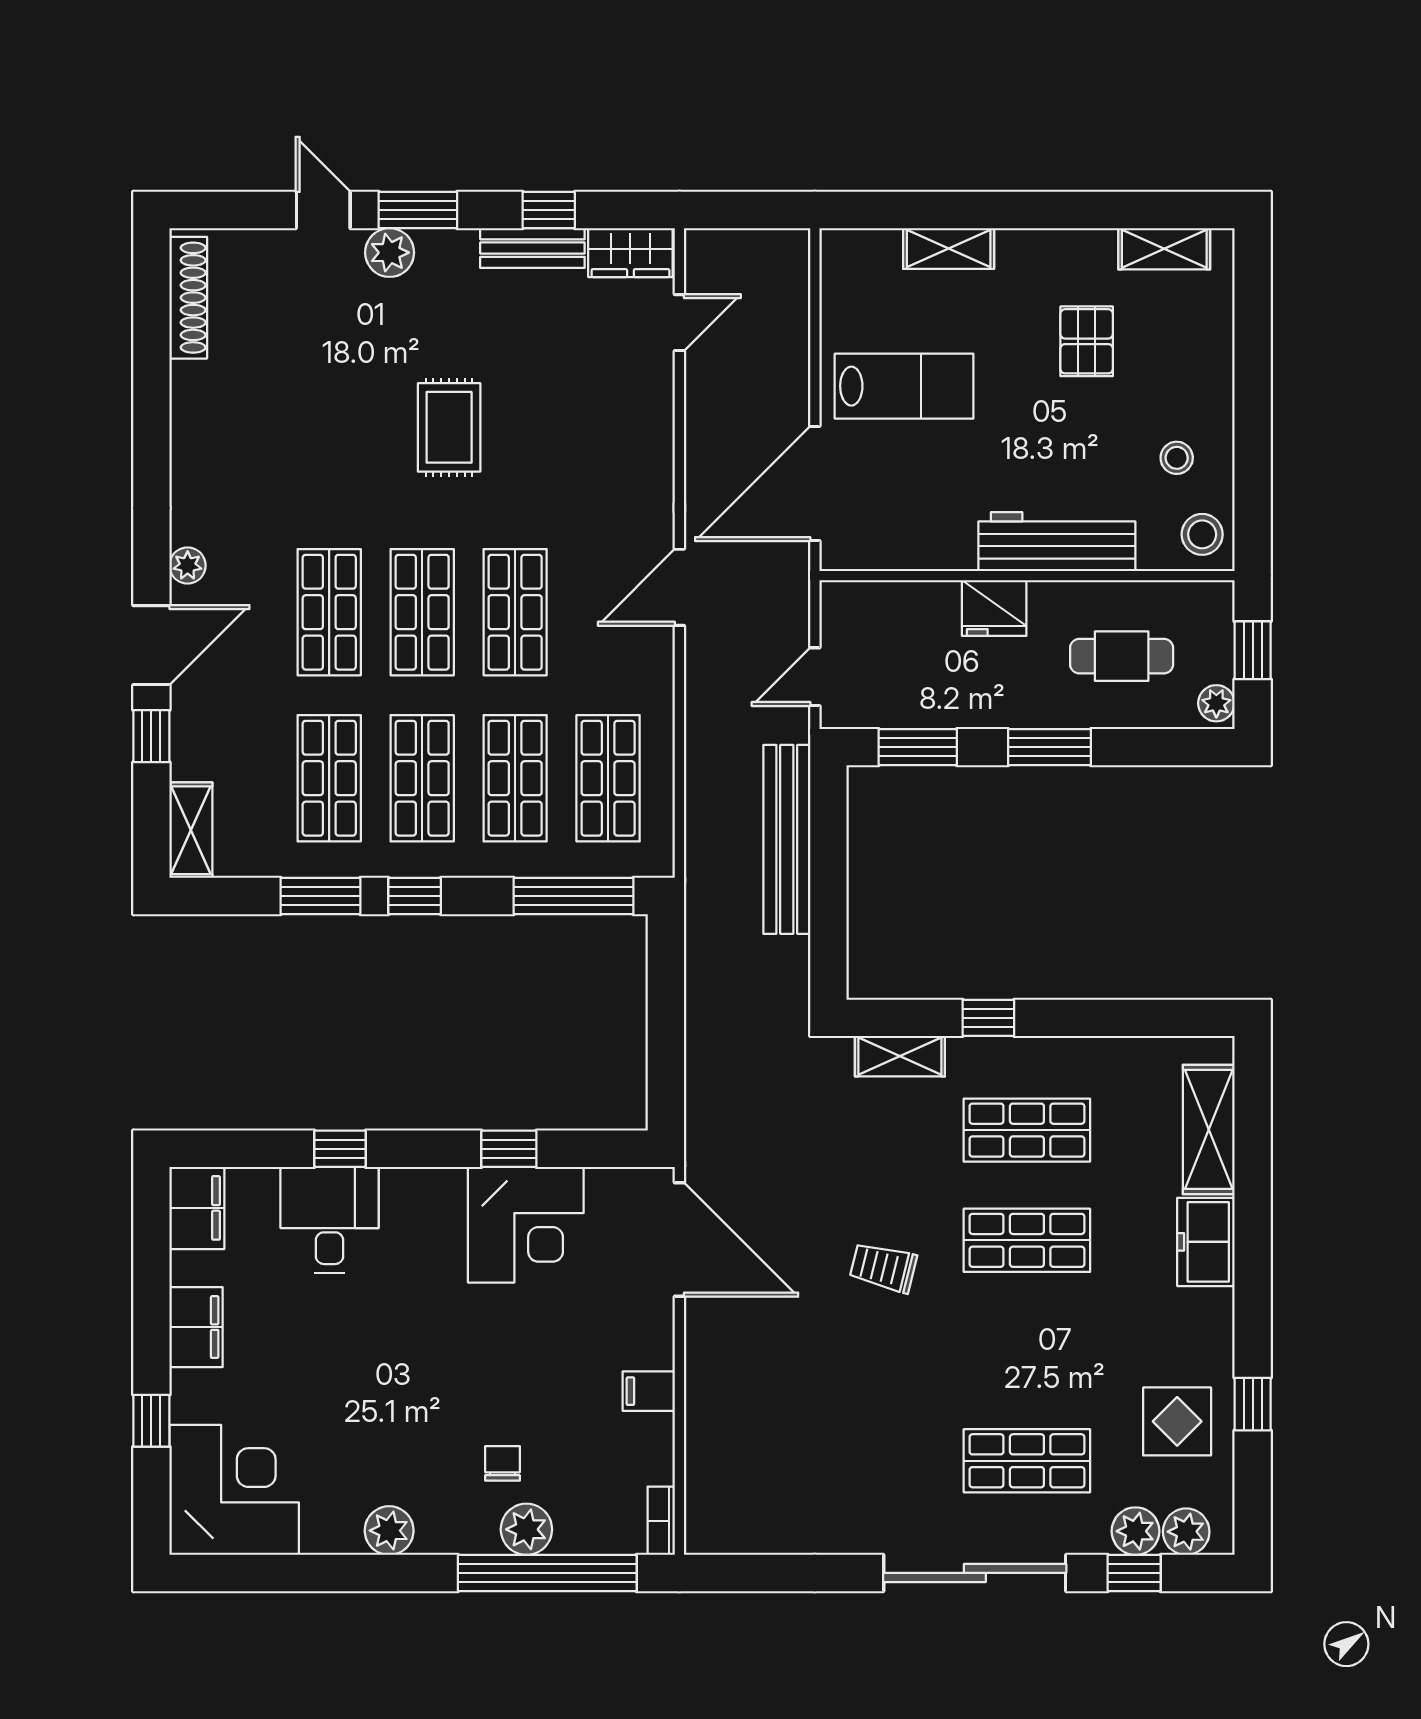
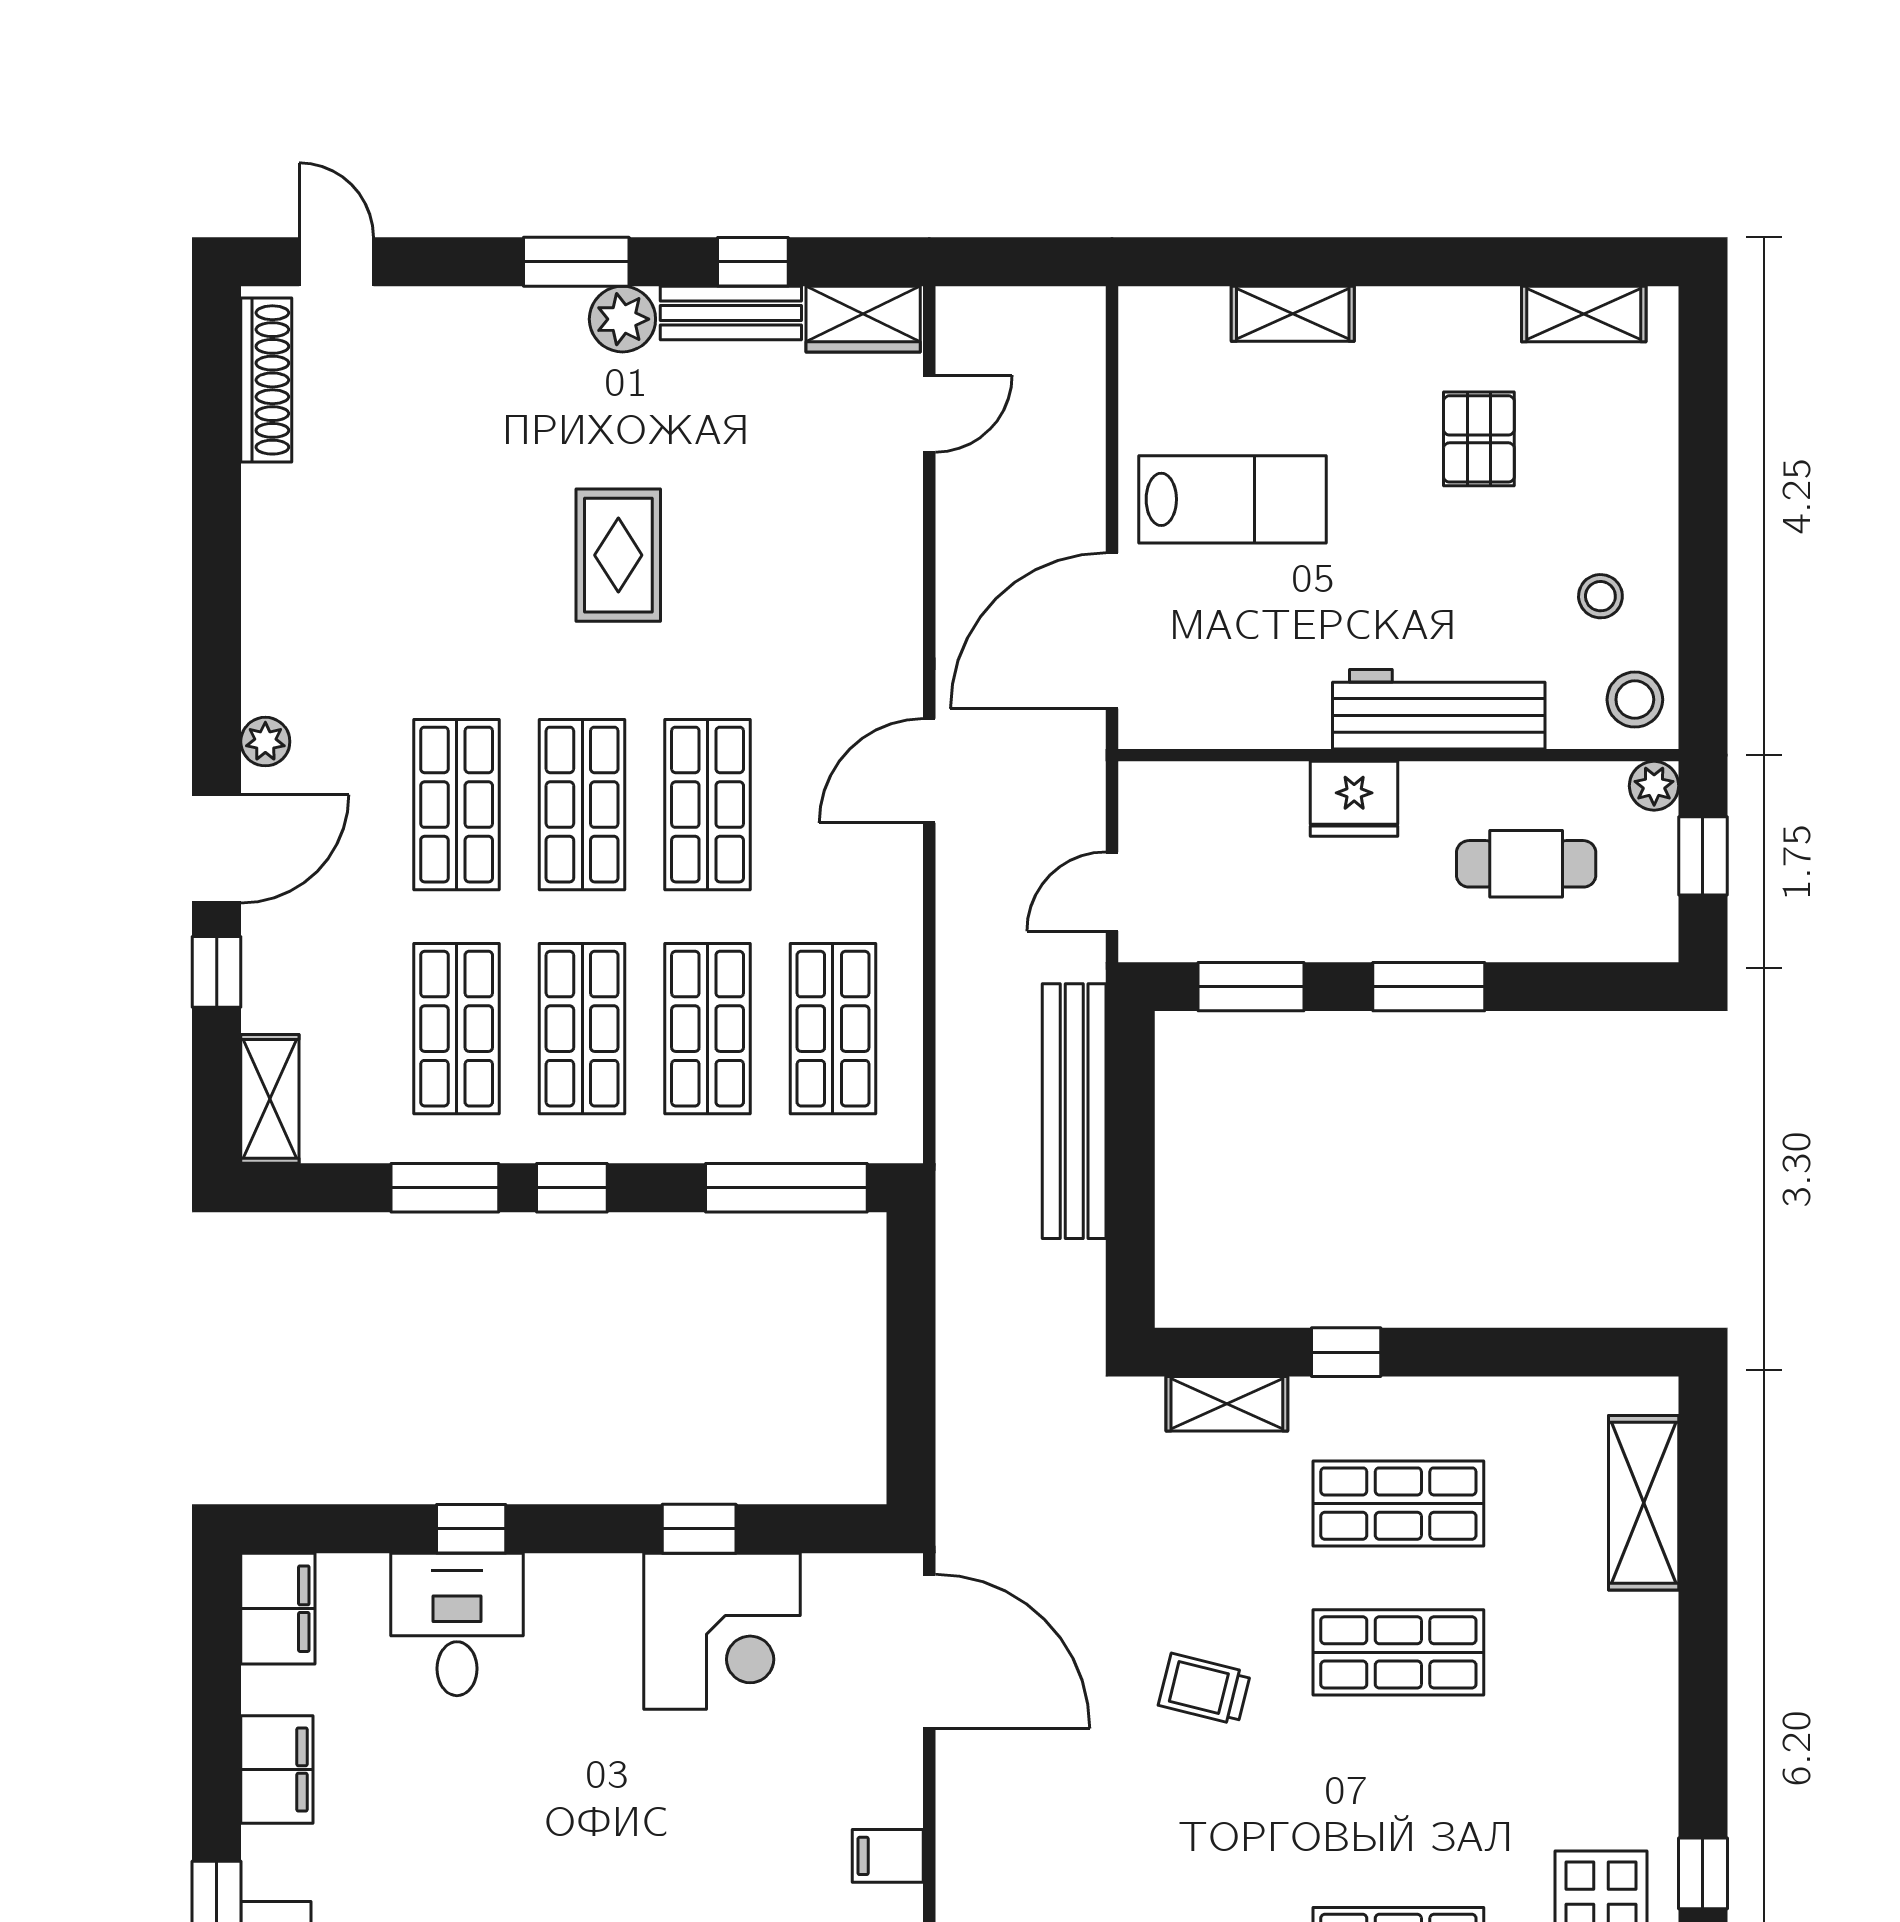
door: (323, 210) -> (336, 262), moved
plant: (390, 253) -> (622, 319), moved
plant: (1216, 703) -> (1654, 786), moved
freezer: (1206, 1242) -> (1640, 1654), removed

